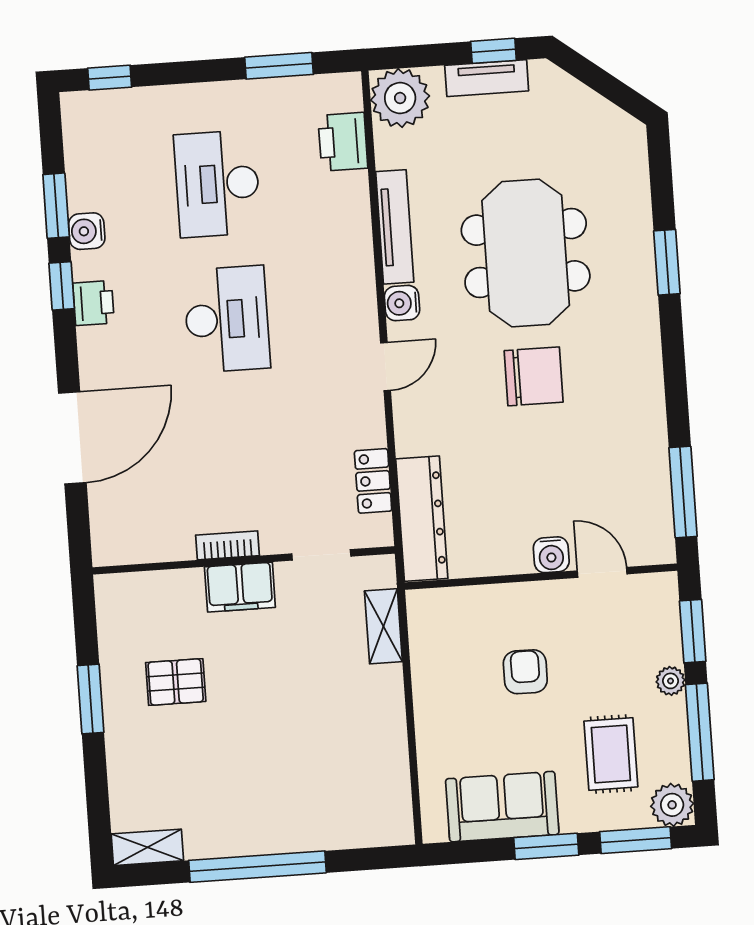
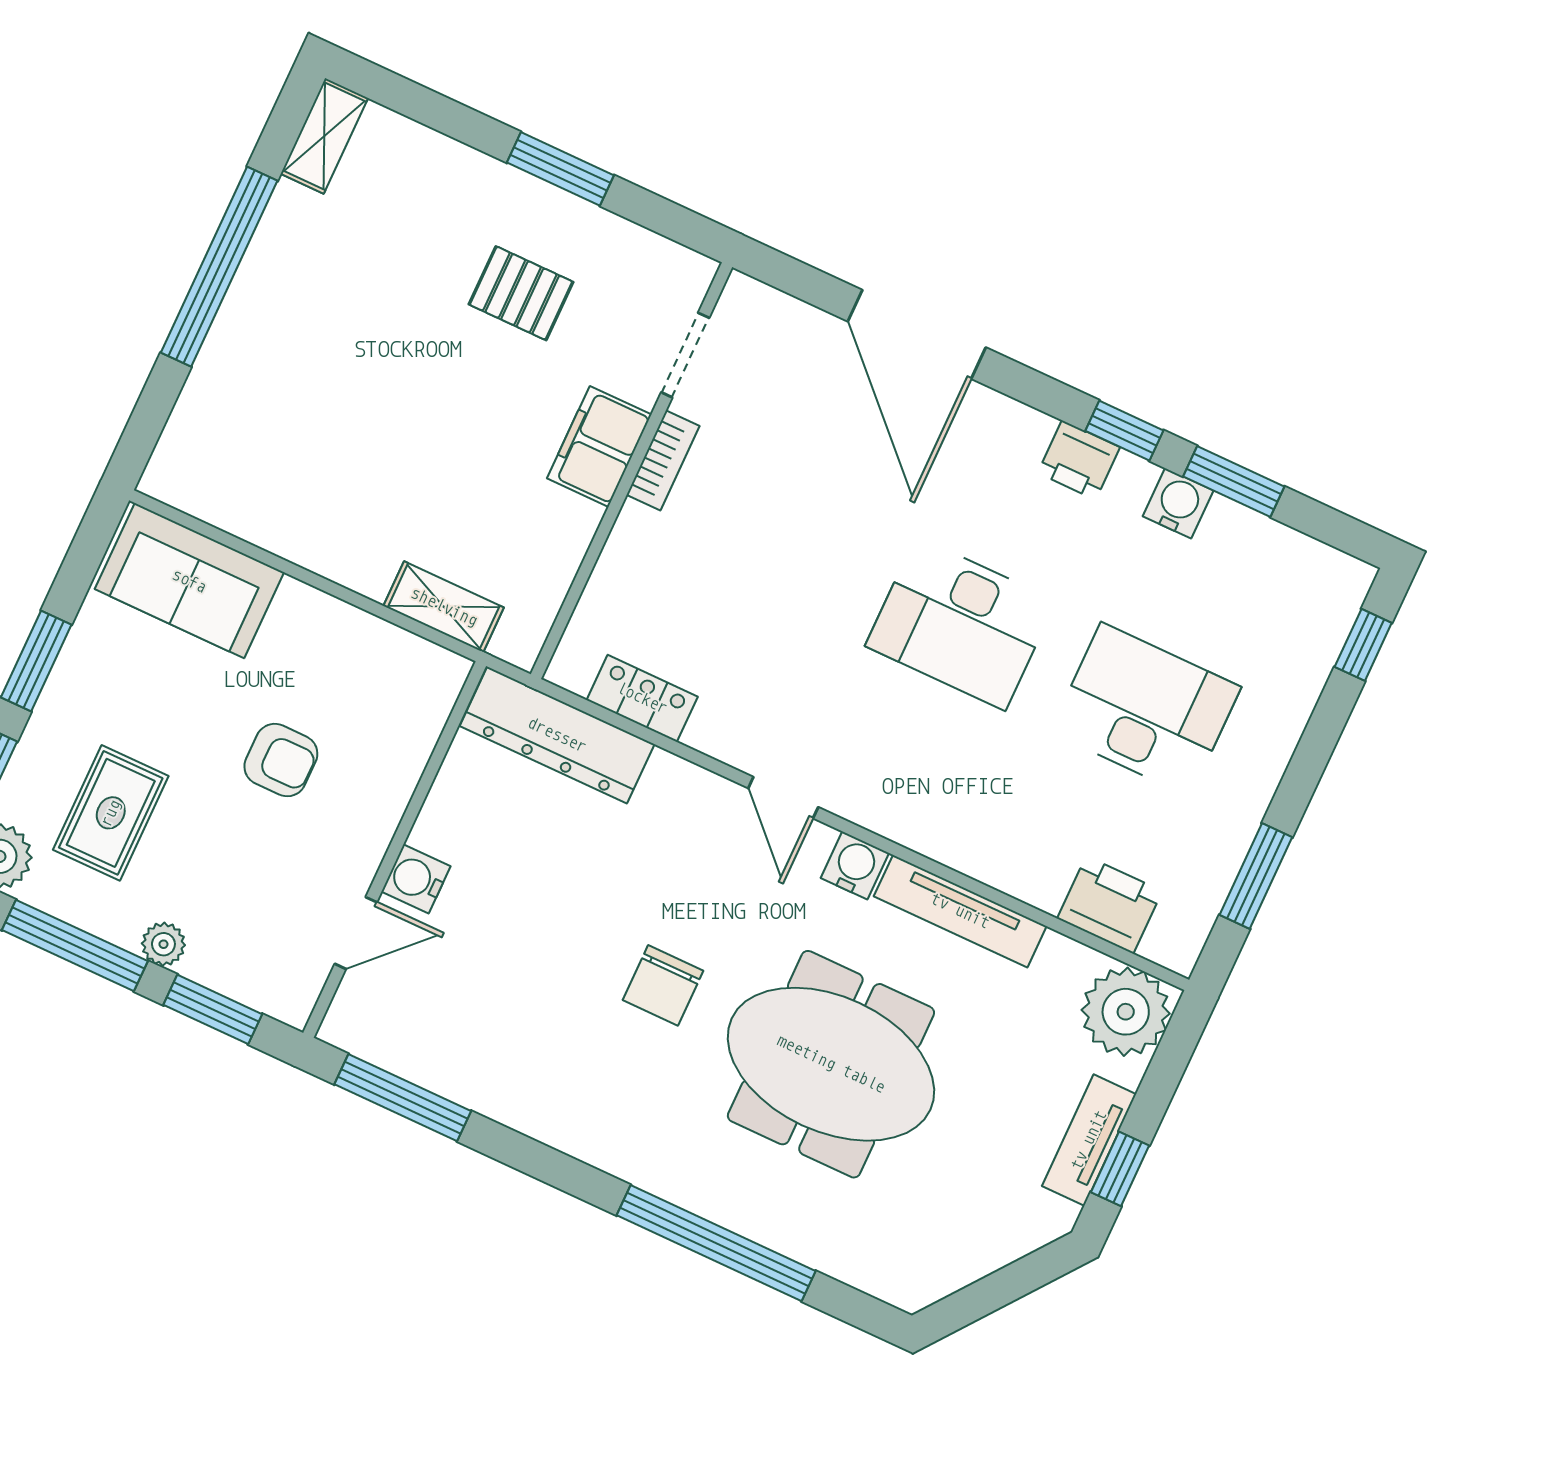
window: (667, 262) -> (716, 1243), width x2.11
chair: (534, 376) -> (663, 985), width x0.73, depth x0.73
doorway: (321, 555) -> (685, 355), moved
pallet: (176, 682) -> (521, 293), turned 90
rug: (611, 754) -> (111, 813), turned 90
sofa: (502, 807) -> (189, 581), moved, turned 90

